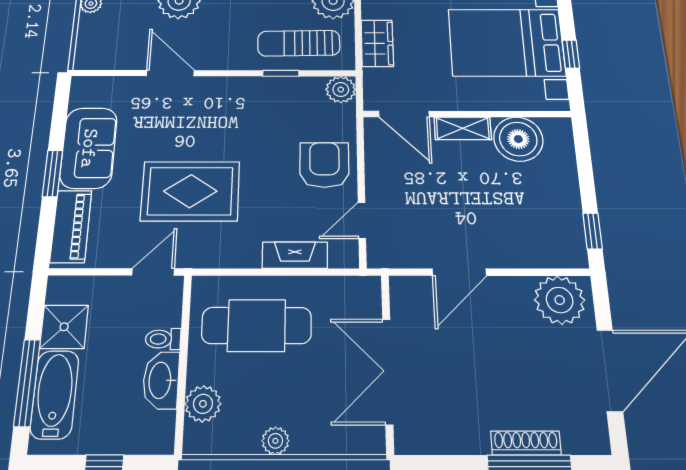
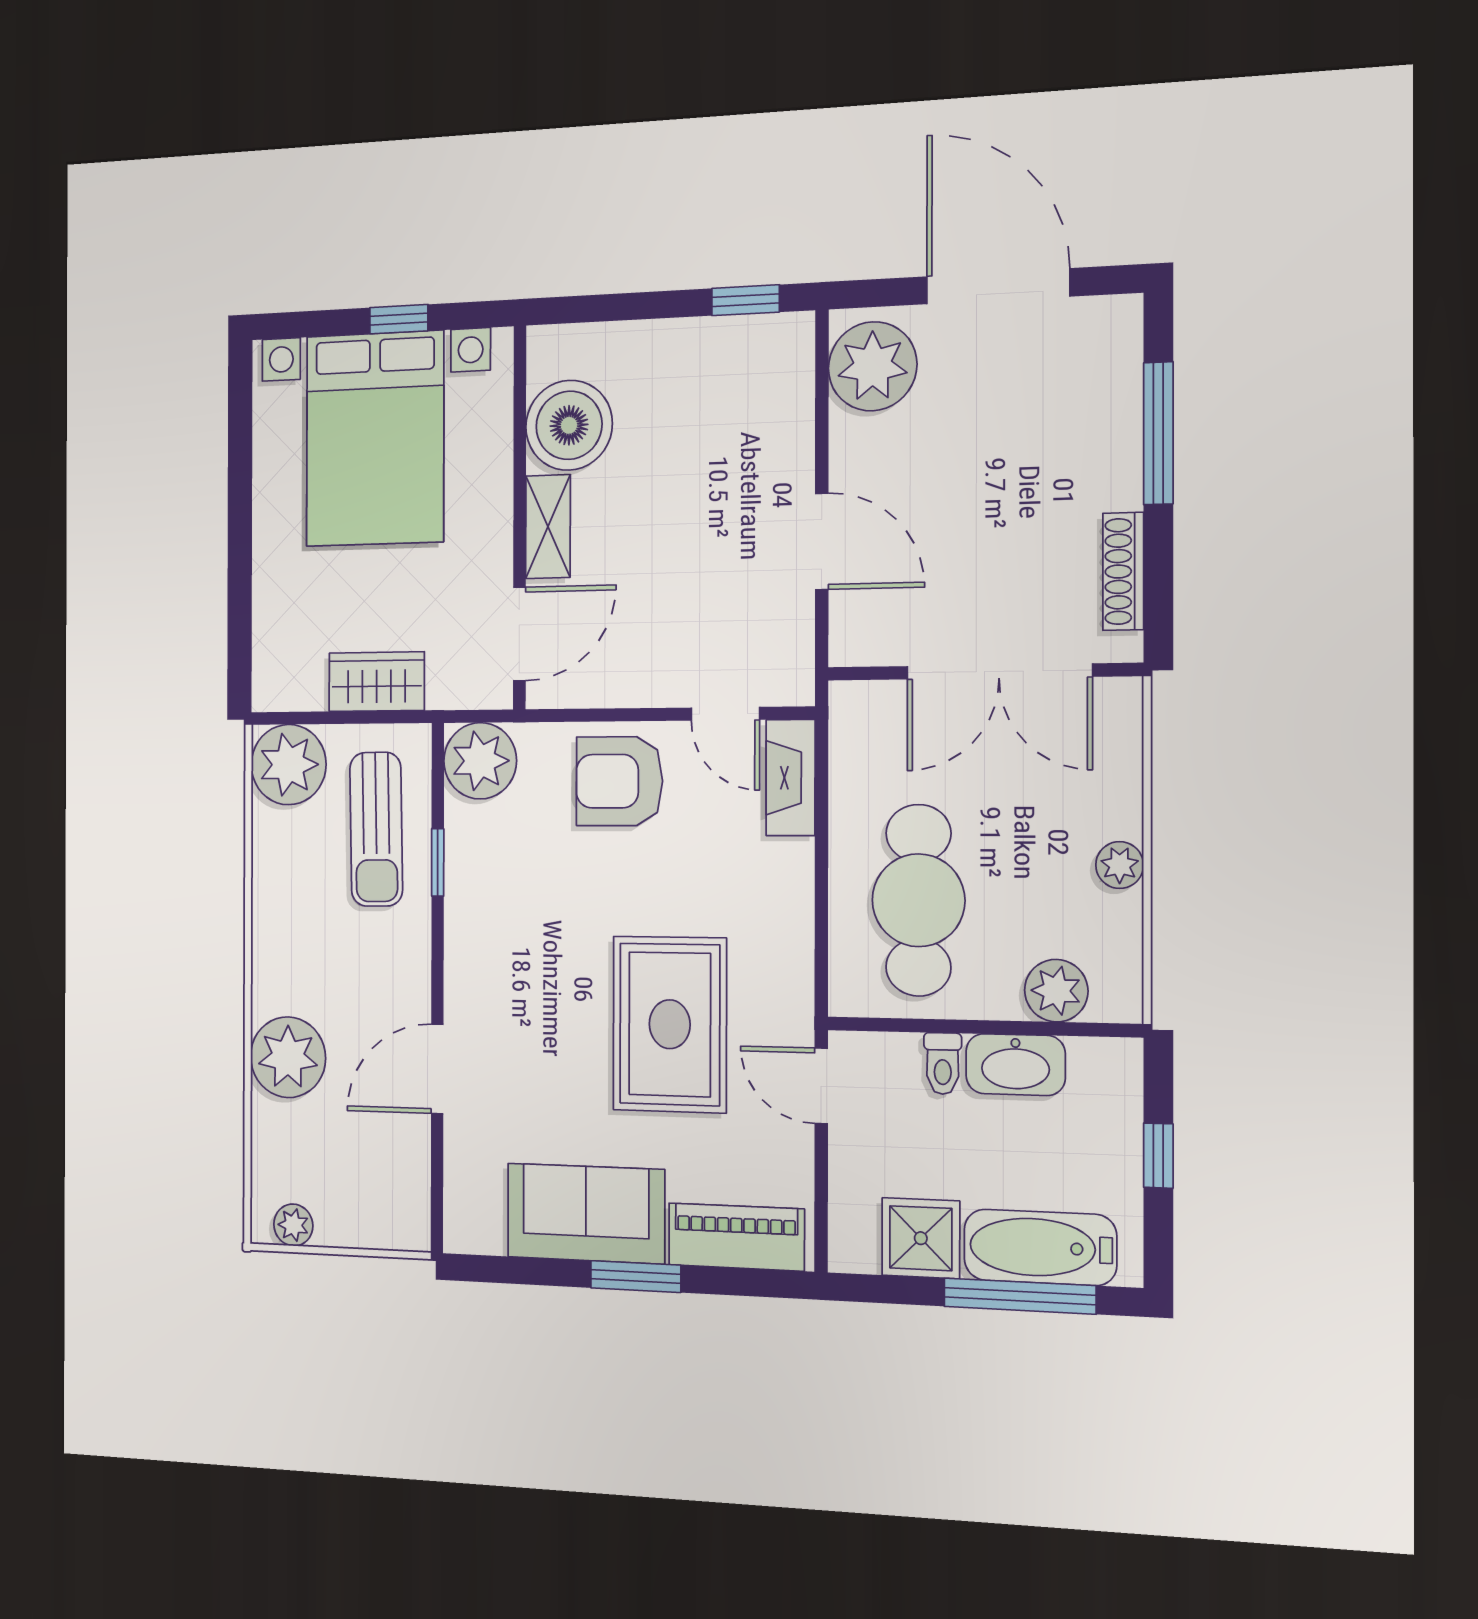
plant: (341, 89) -> (480, 761), width x1.36, depth x1.36
fireplace: (295, 255) -> (790, 778), moved
shoe rack: (526, 443) -> (1123, 571), moved

